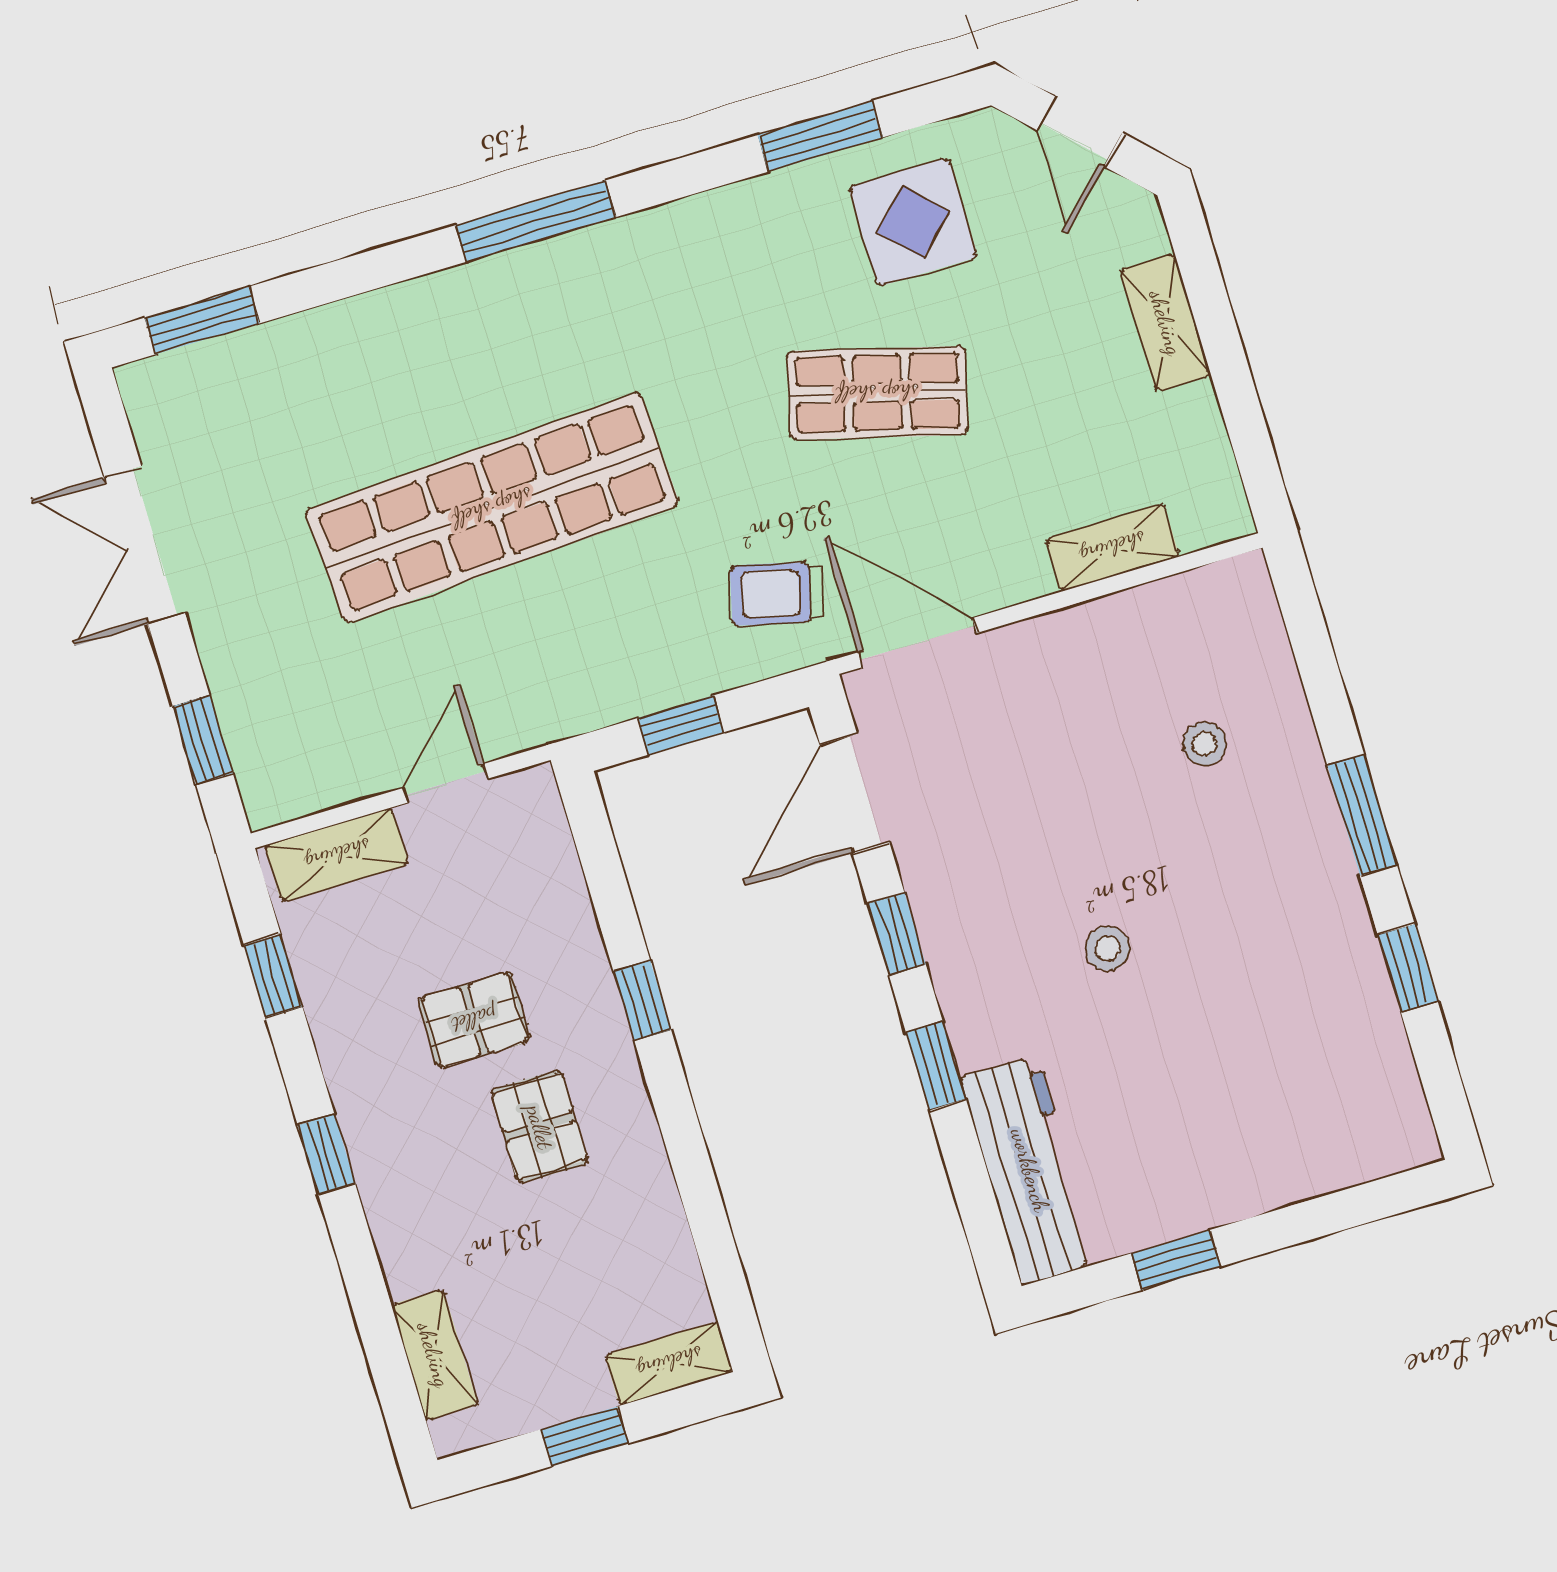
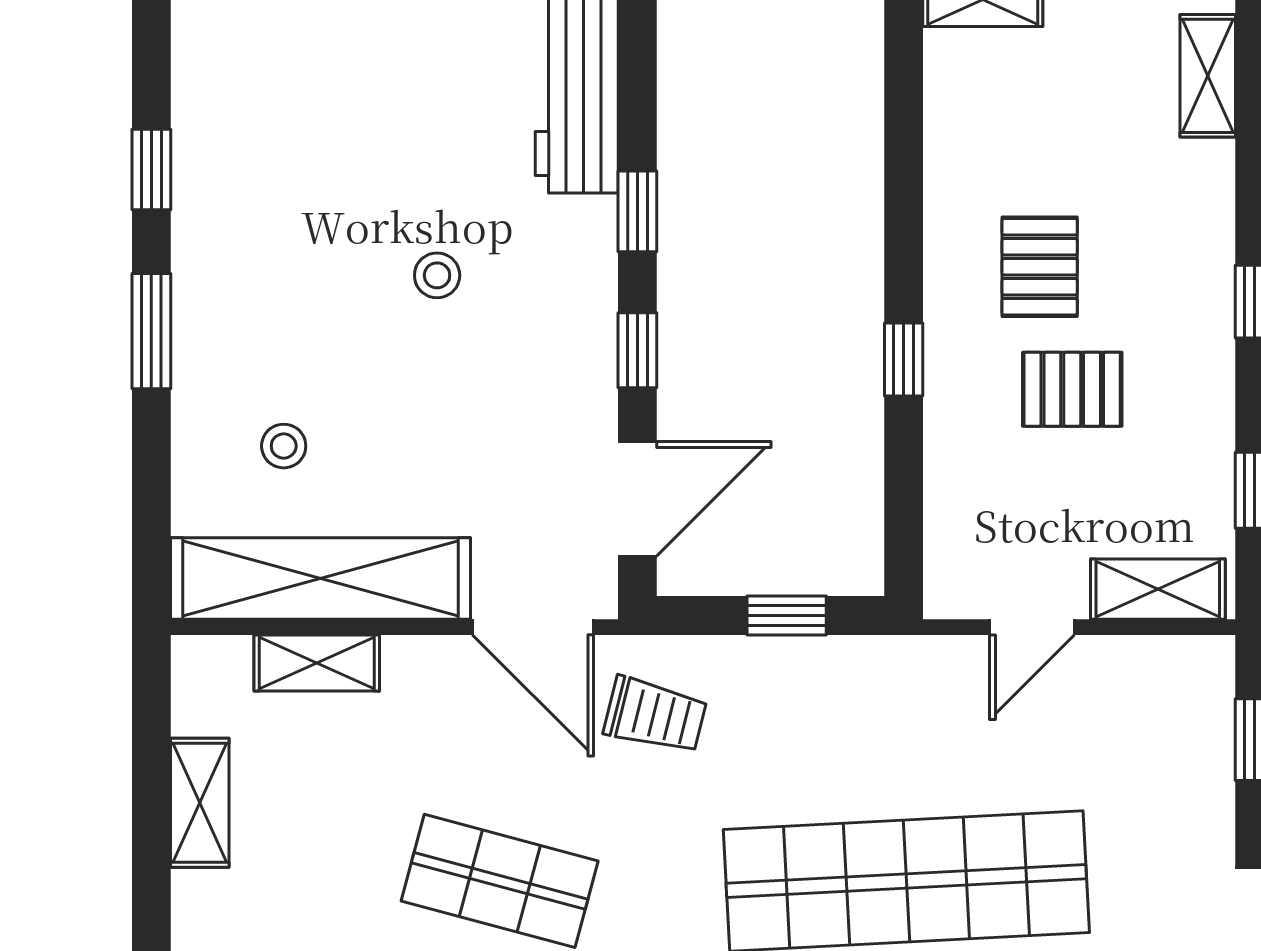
shelving: (1166, 323) -> (200, 803), moved
shelving: (1132, 629) -> (320, 579), added

